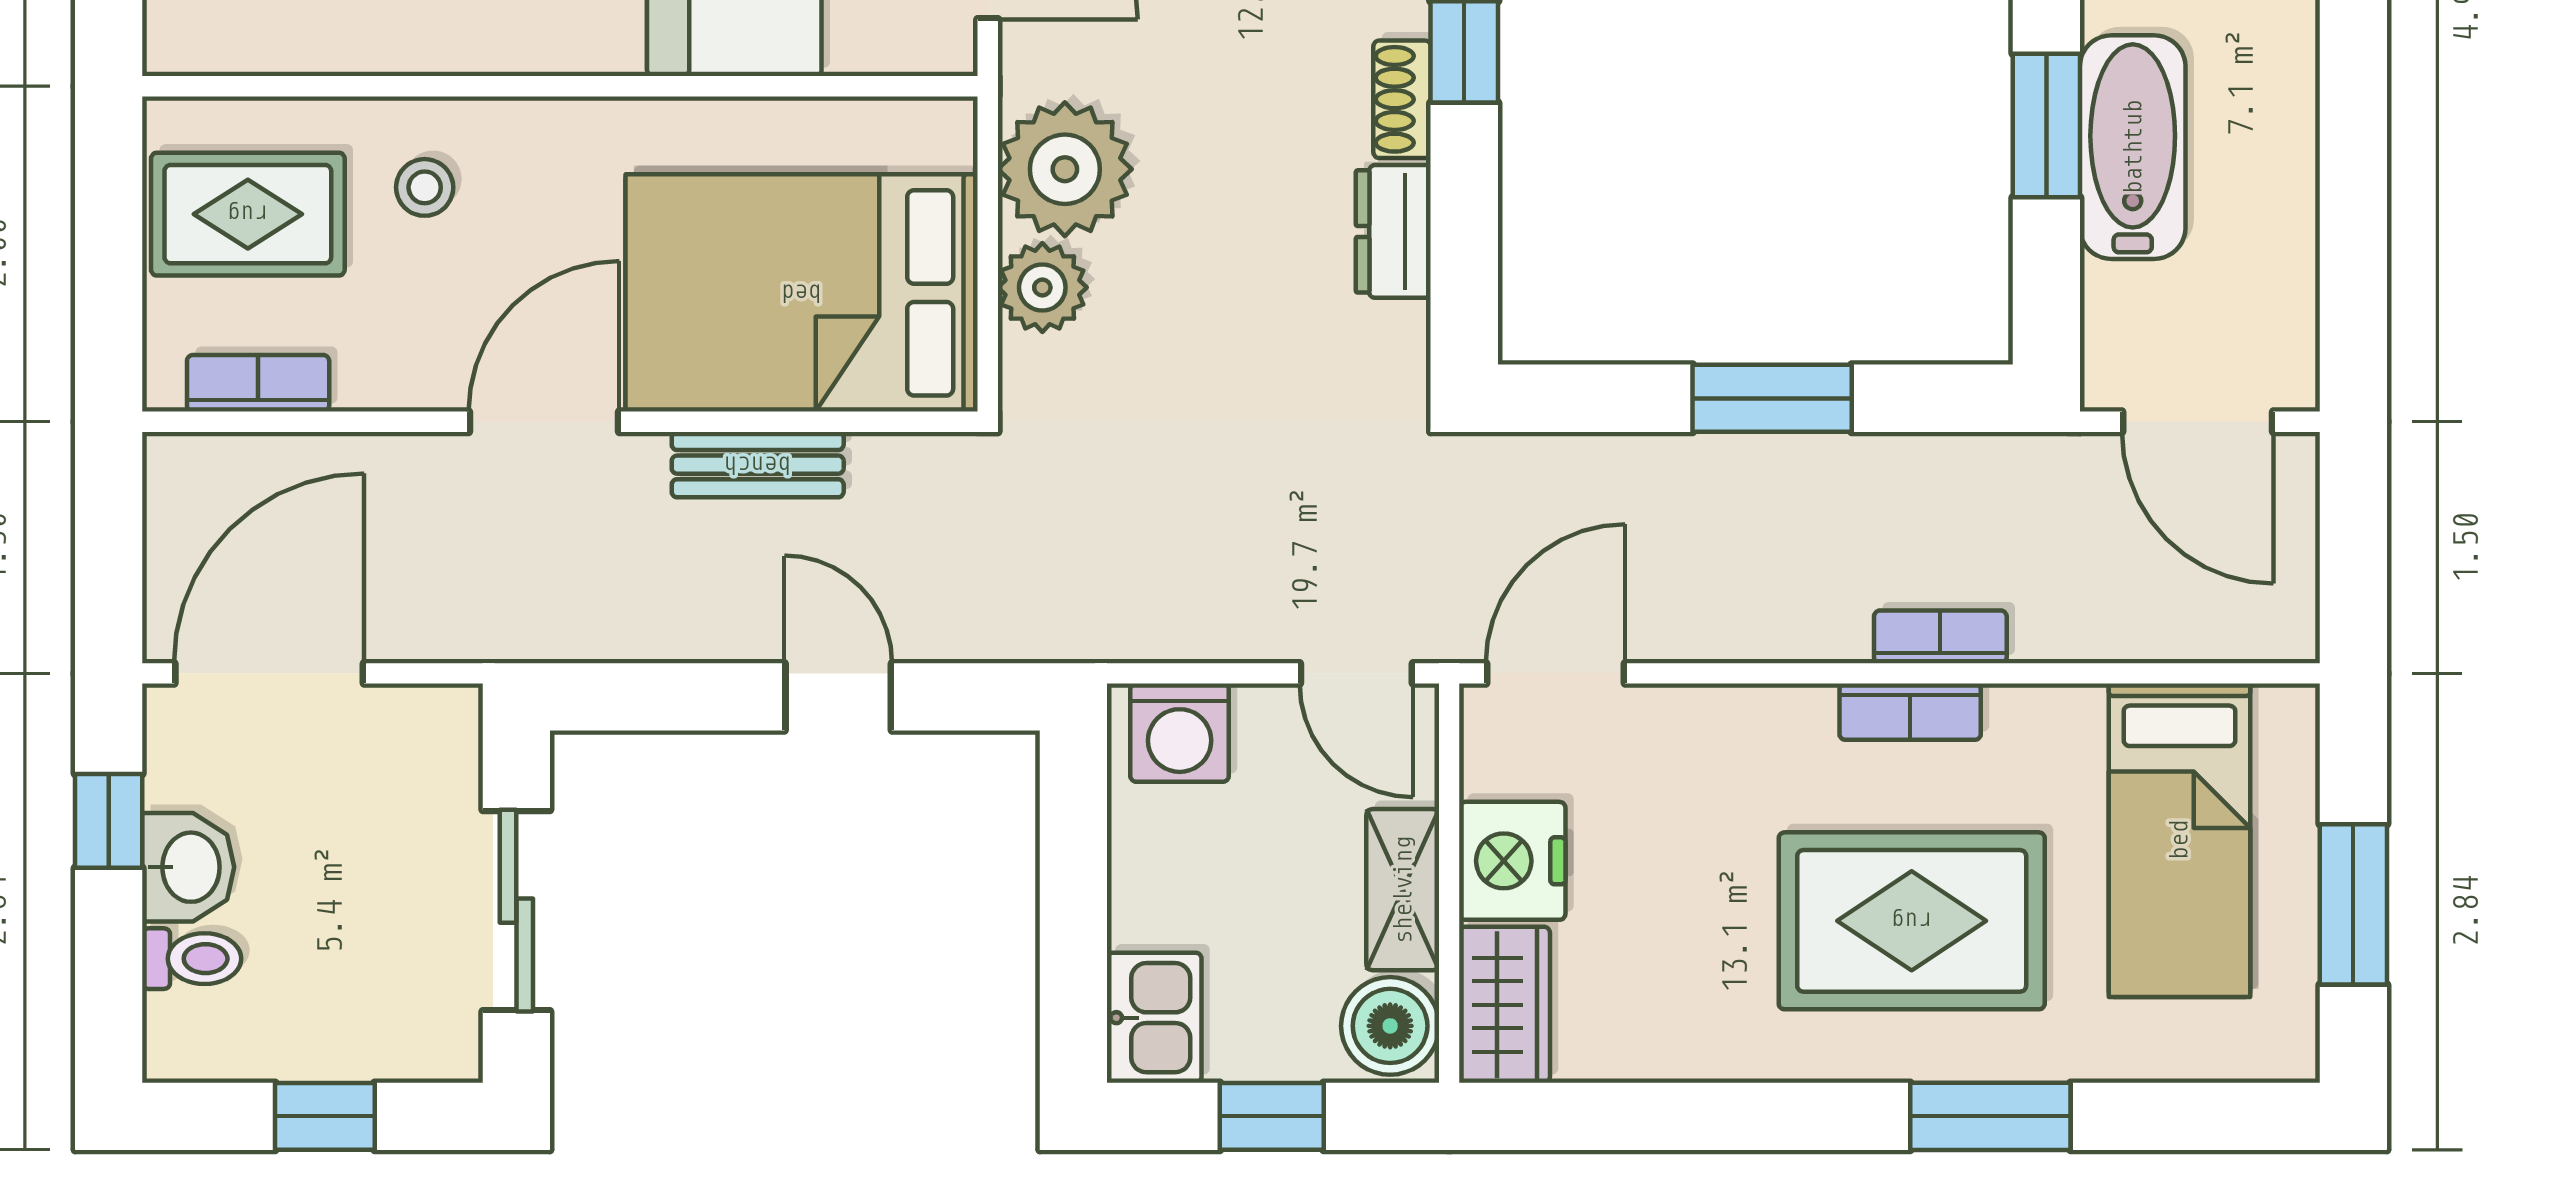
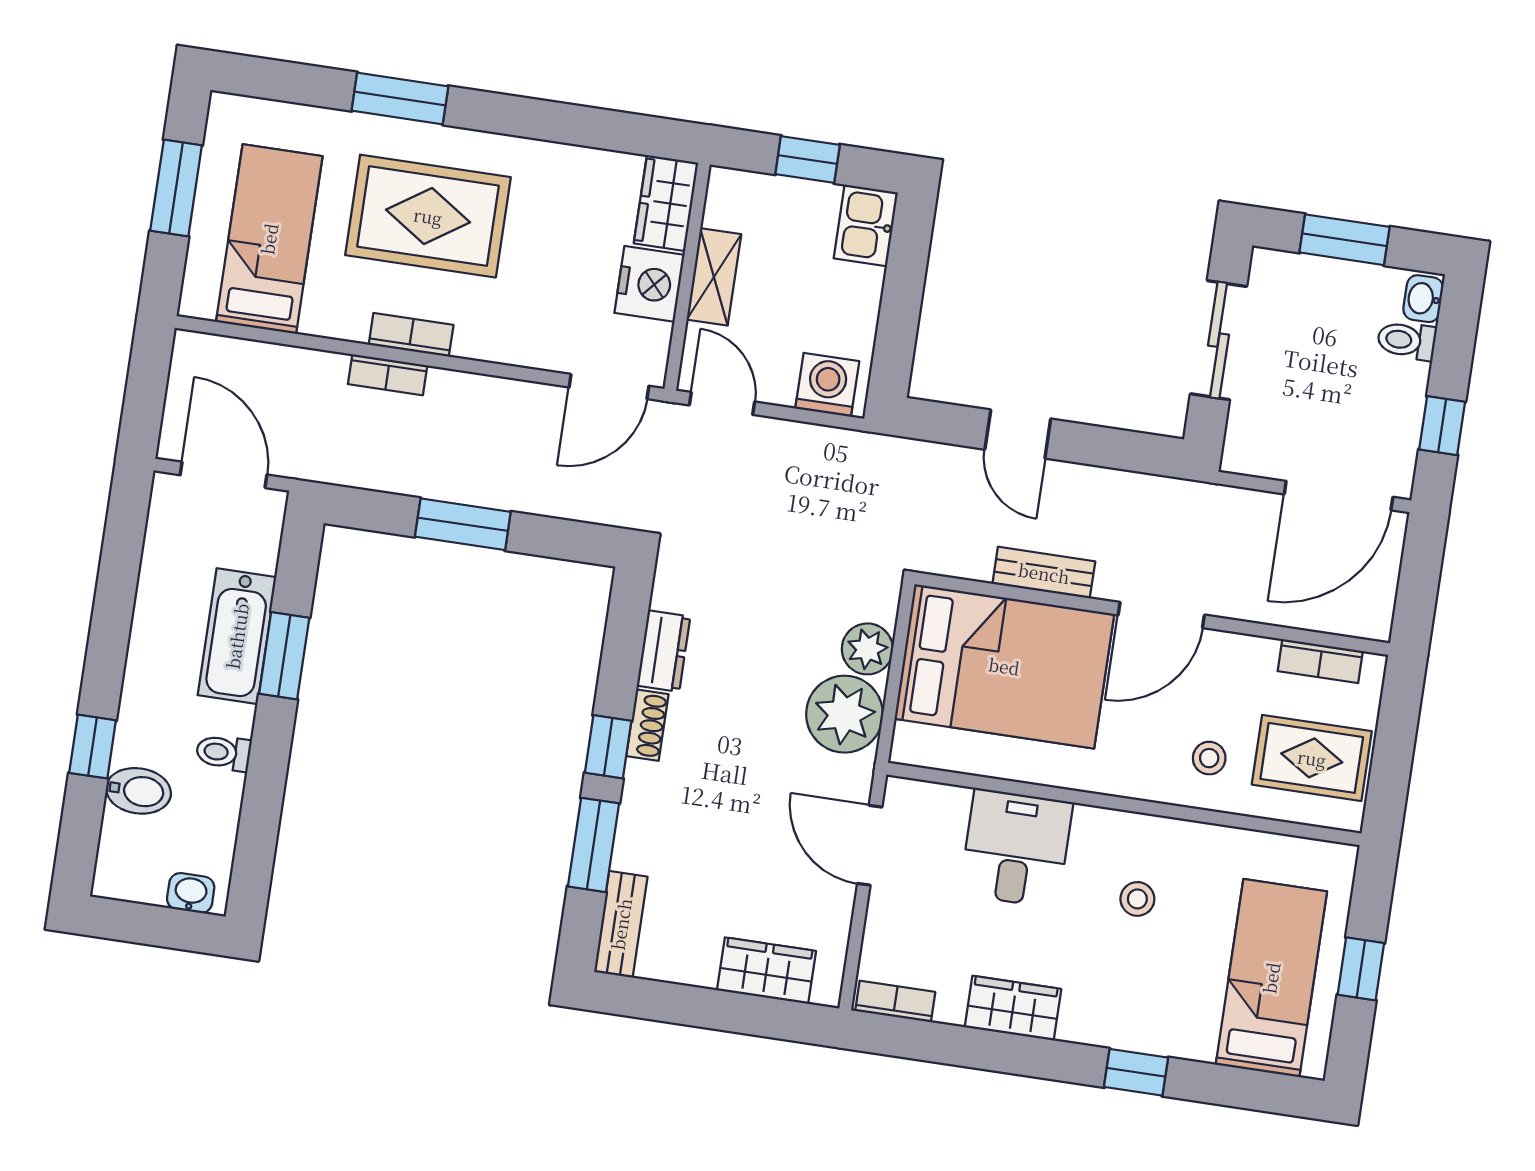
washbasin: (188, 867) -> (1423, 299), moved, width x0.72, depth x0.69
boiler: (1390, 1026) -> (733, 201), removed
window: (325, 1116) -> (1345, 240), width x1.50

